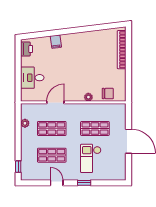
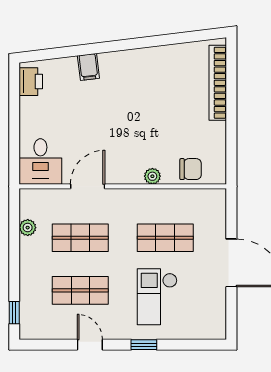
desk: (32, 78) -> (40, 162), moved, turned -90

